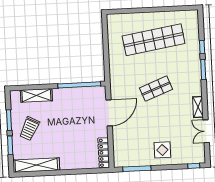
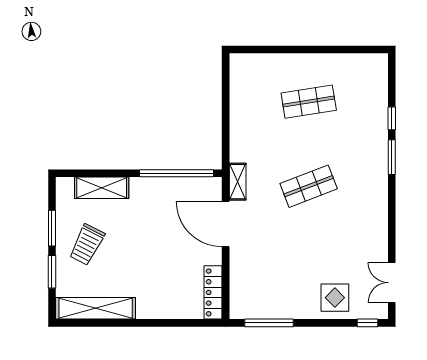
shop shelf: (154, 40) -> (309, 102), width x0.50, depth x0.74
shelving: (198, 107) -> (238, 182), moved
door: (109, 113) -> (226, 224), swing flipped
double door: (206, 131) -> (392, 283), moved
display table: (162, 150) -> (335, 298), moved

